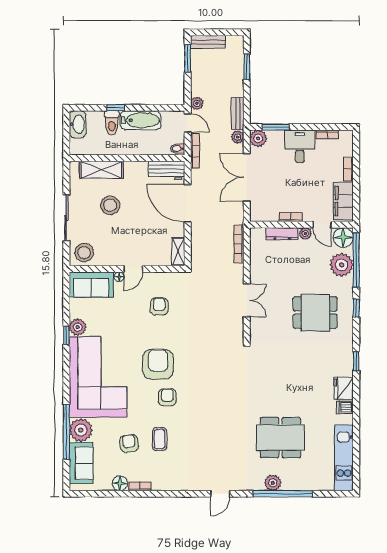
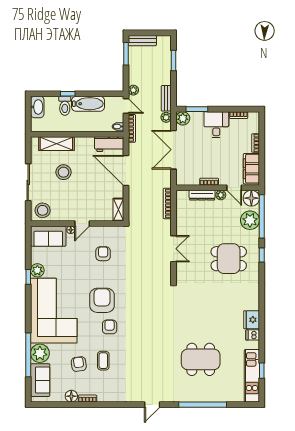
window: (356, 361) -> (262, 371), moved
plant: (273, 483) -> (195, 396), removed

